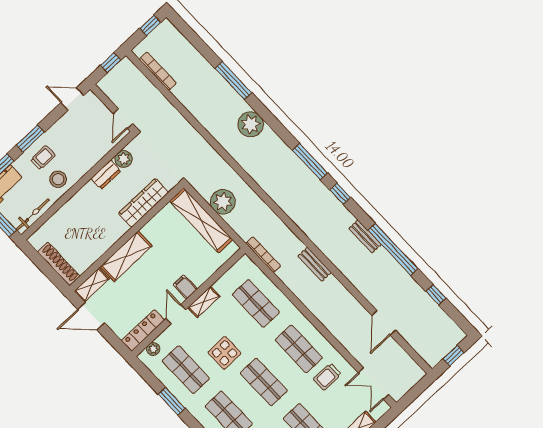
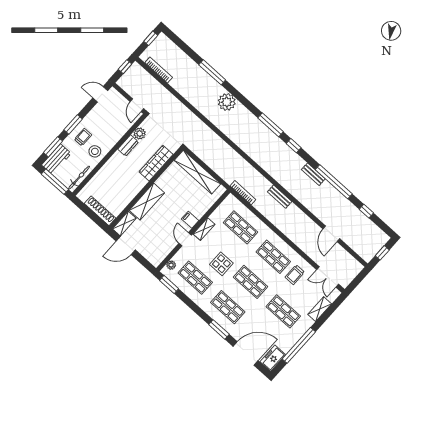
plant: (223, 202) -> (212, 158), removed
locker: (143, 330) -> (163, 253), removed
window: (172, 401) -> (169, 284), moved

